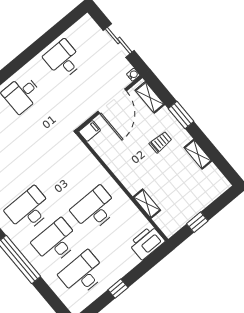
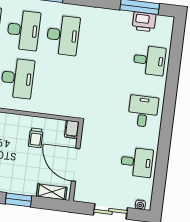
water cooler: (133, 75) -> (140, 205), moved
trolley: (161, 142) -> (36, 138), moved

